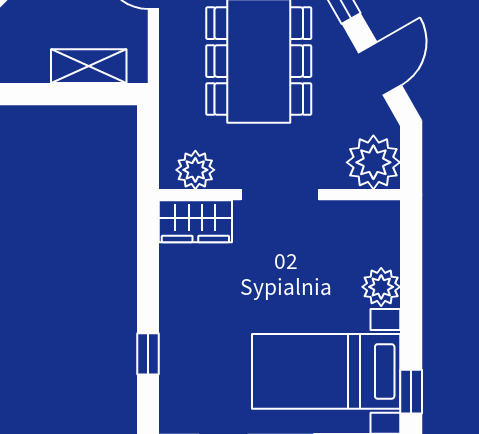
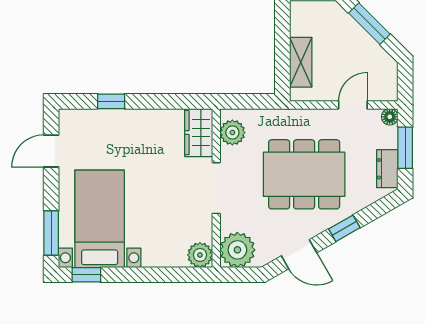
plant: (381, 287) -> (200, 255), moved

